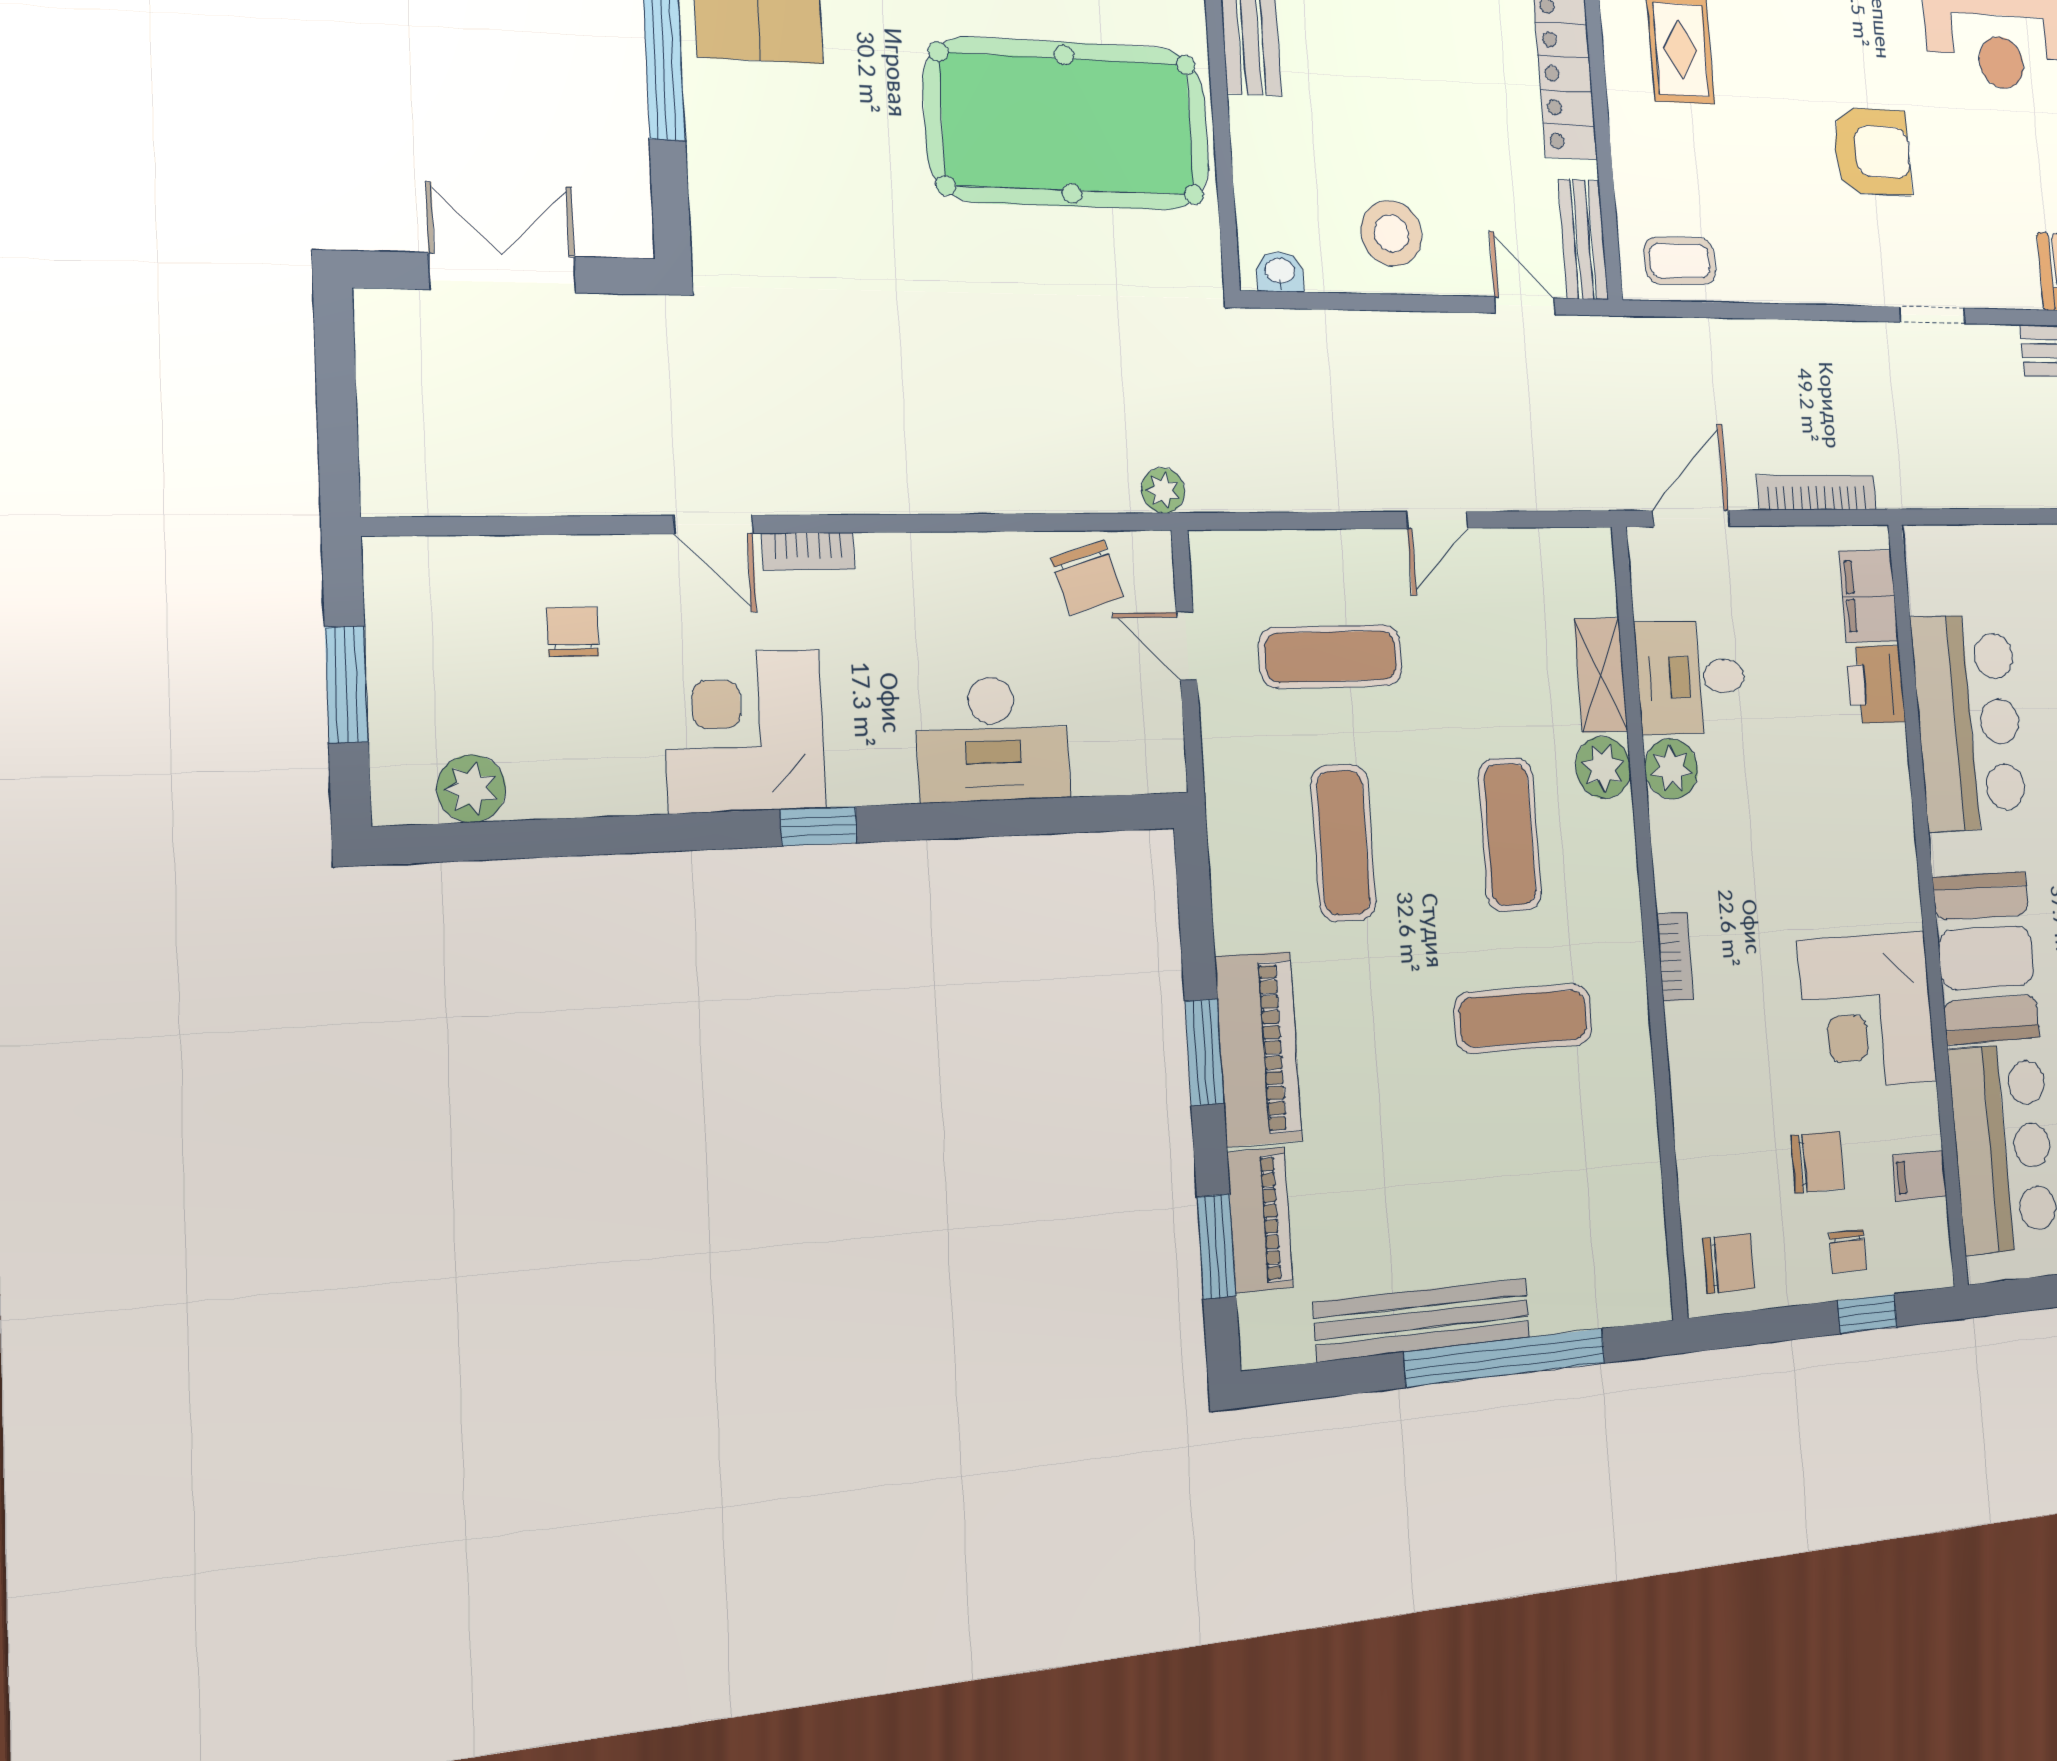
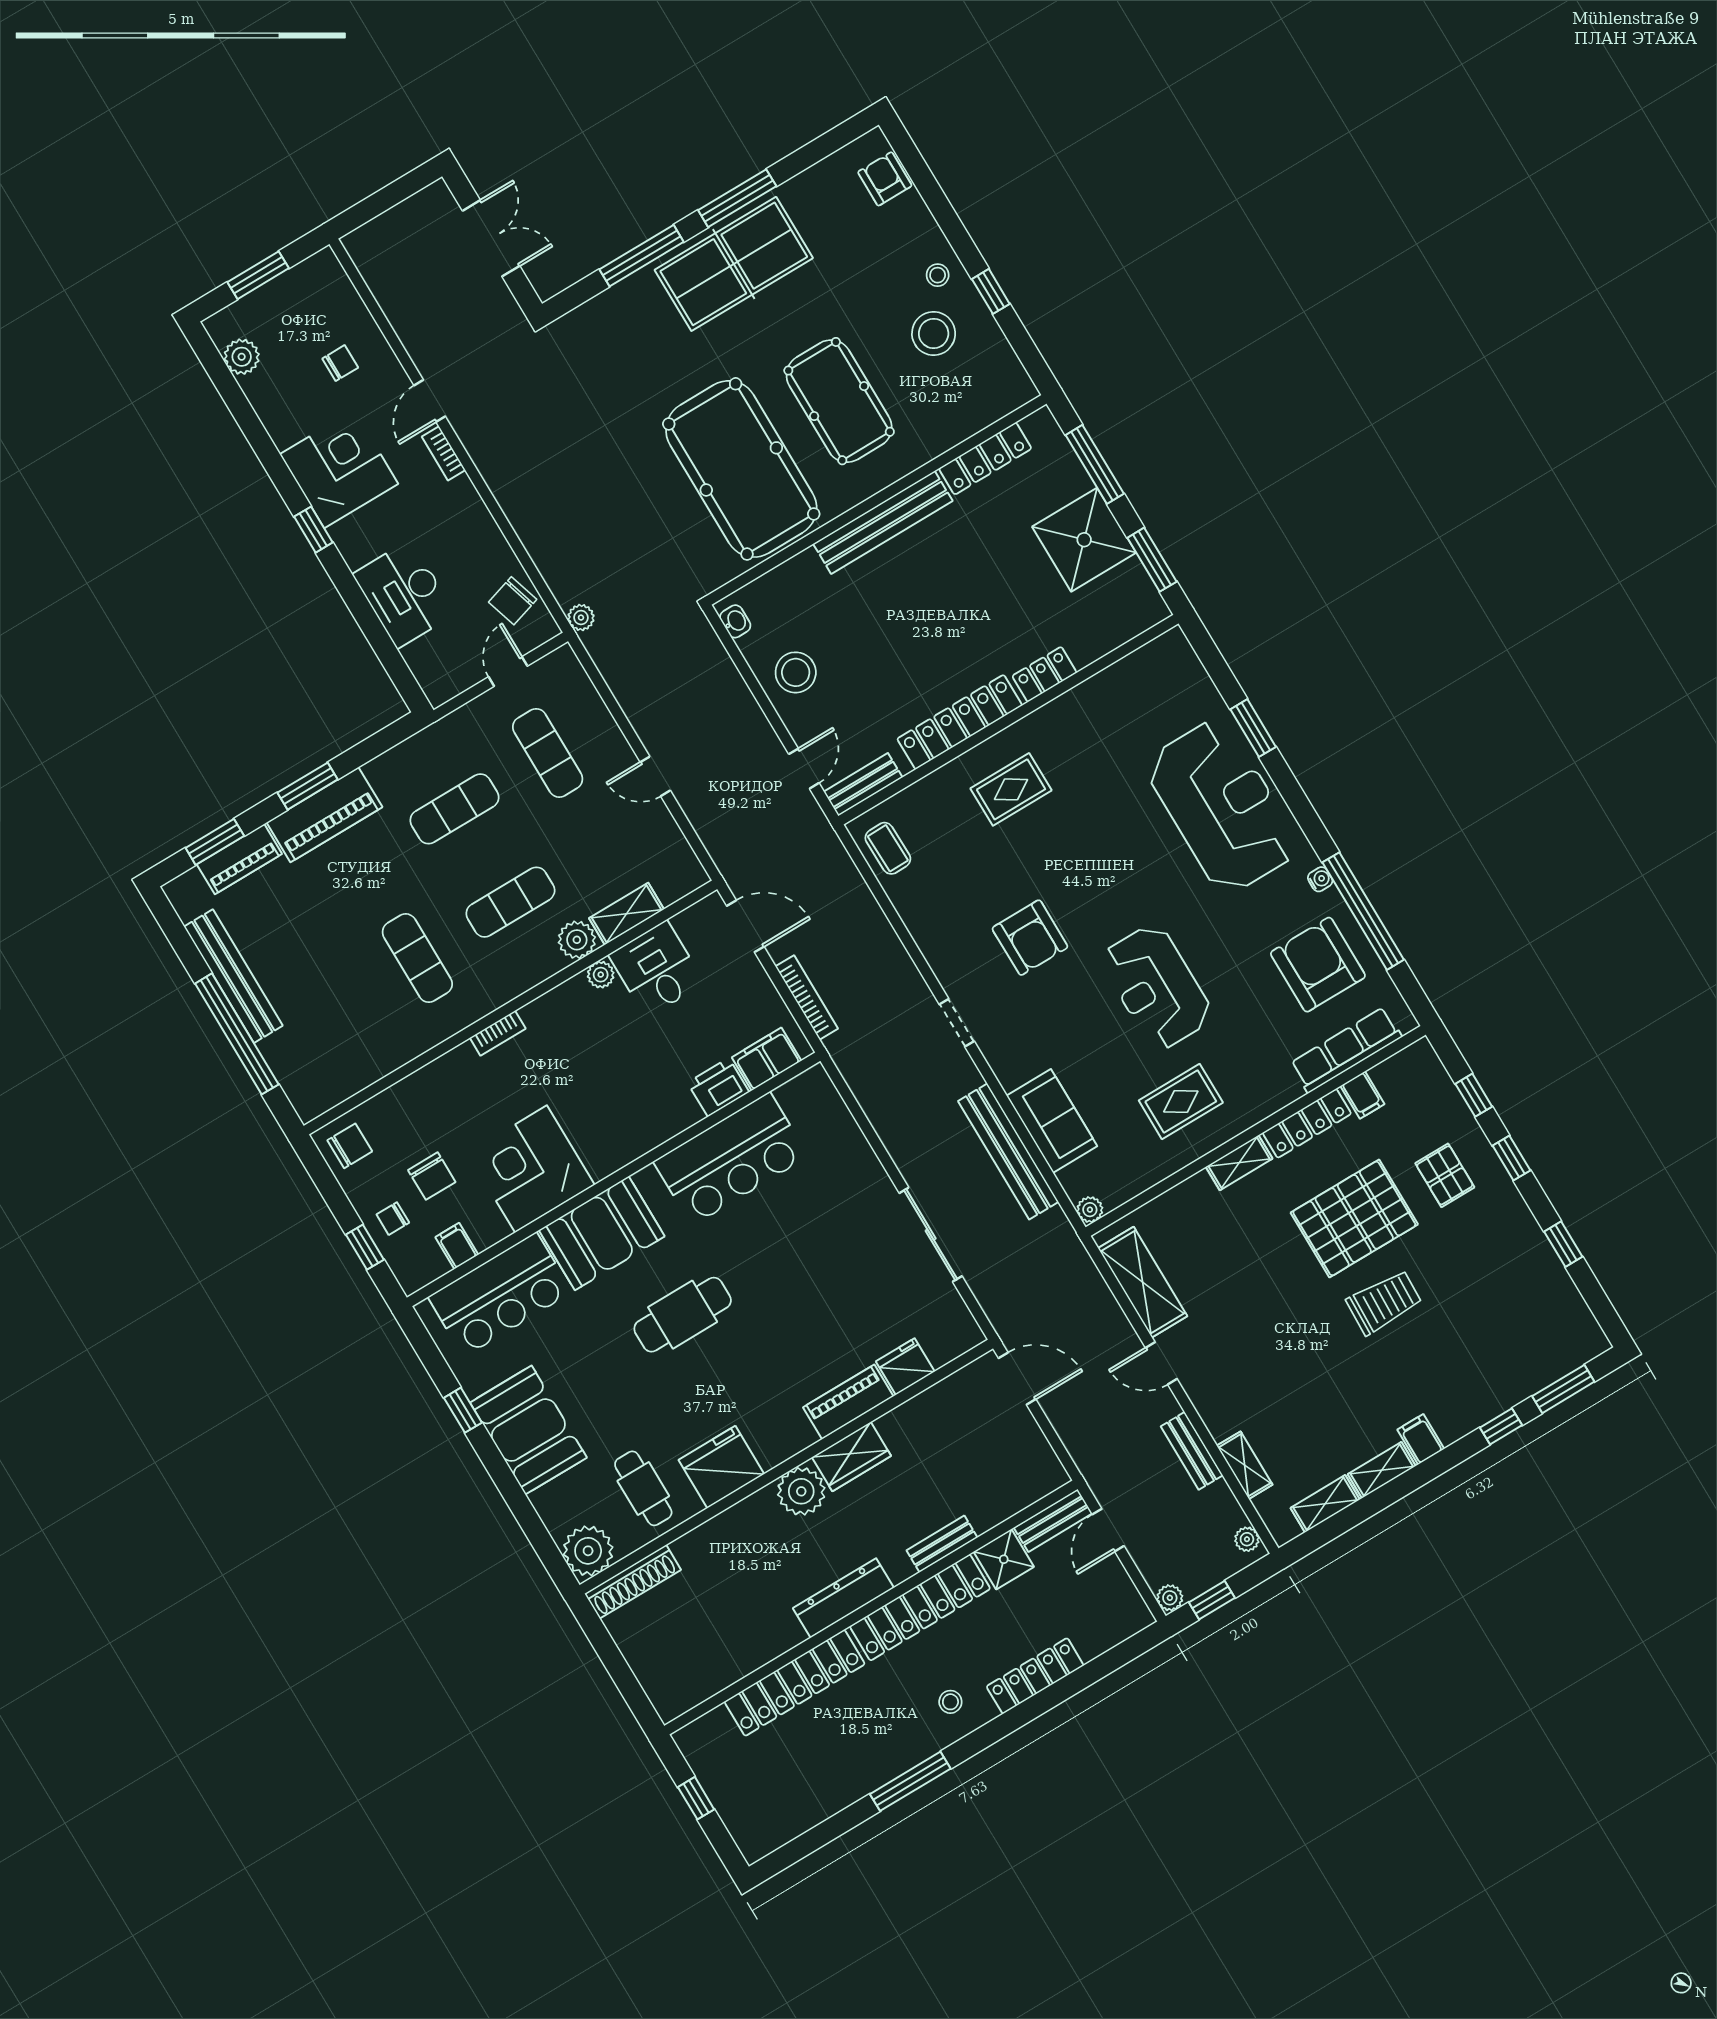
plant: (1671, 769) -> (601, 975), width x0.73, depth x0.73
chair: (1729, 1264) -> (350, 1146), turned -90

